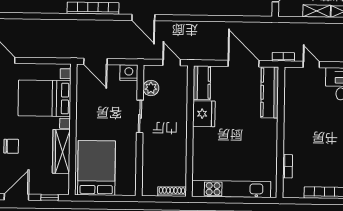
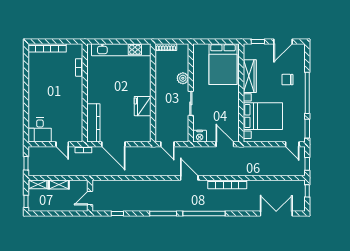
kitchen counter: (202, 83) -> (145, 129), removed
plant: (151, 88) -> (183, 78), moved

